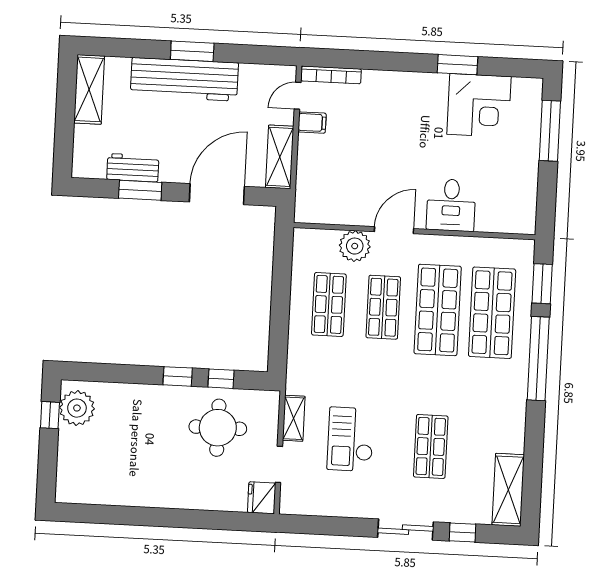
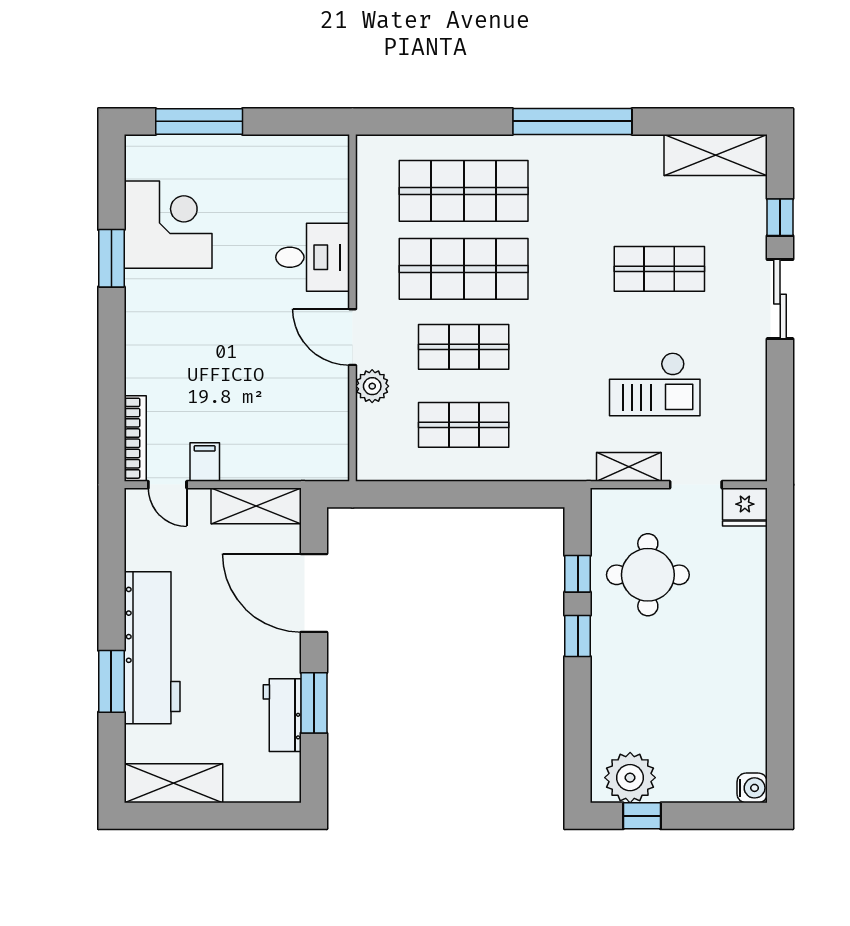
window: (192, 51) -> (111, 681), moved
plant: (355, 246) -> (372, 386), width x0.73, depth x0.73
window: (542, 284) -> (418, 121), removed
window: (538, 359) -> (572, 121), moved
water cooler: (65, 493) -> (752, 788), added

